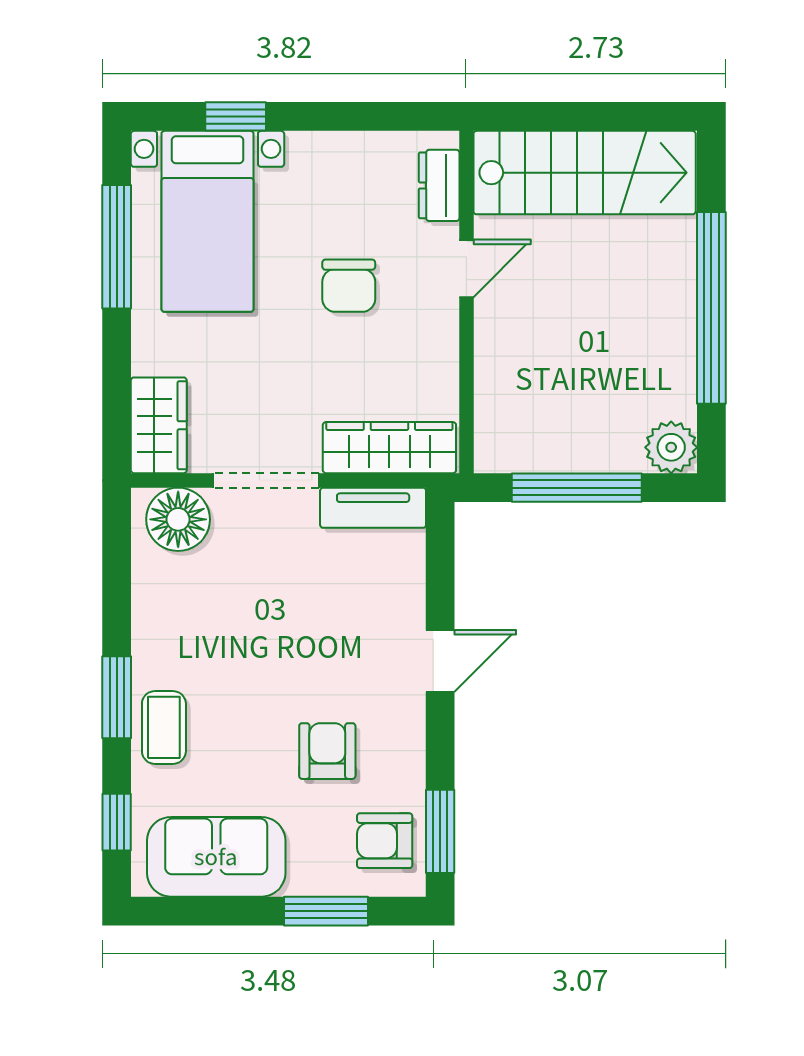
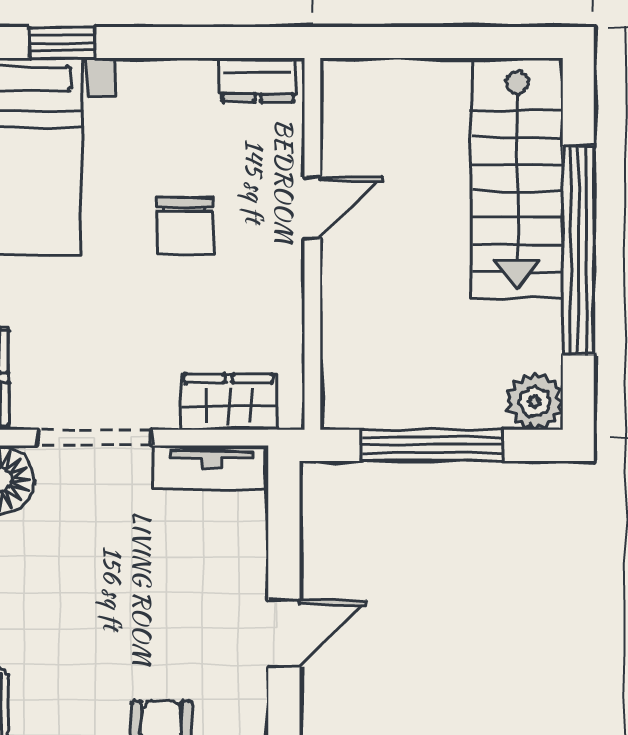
stairs: (585, 173) -> (517, 178), moved, turned 90
dresser: (439, 185) -> (258, 80), moved, turned -90
wardrobe: (389, 448) -> (229, 402), width x0.67

